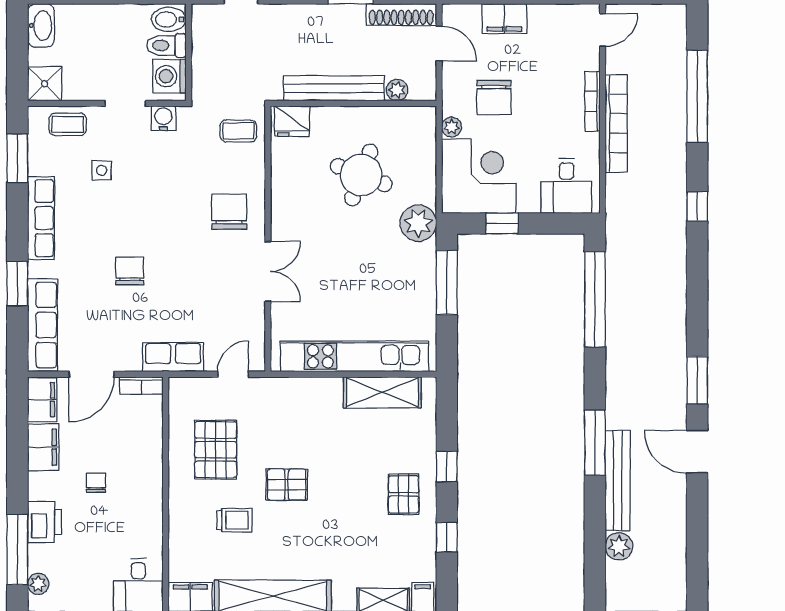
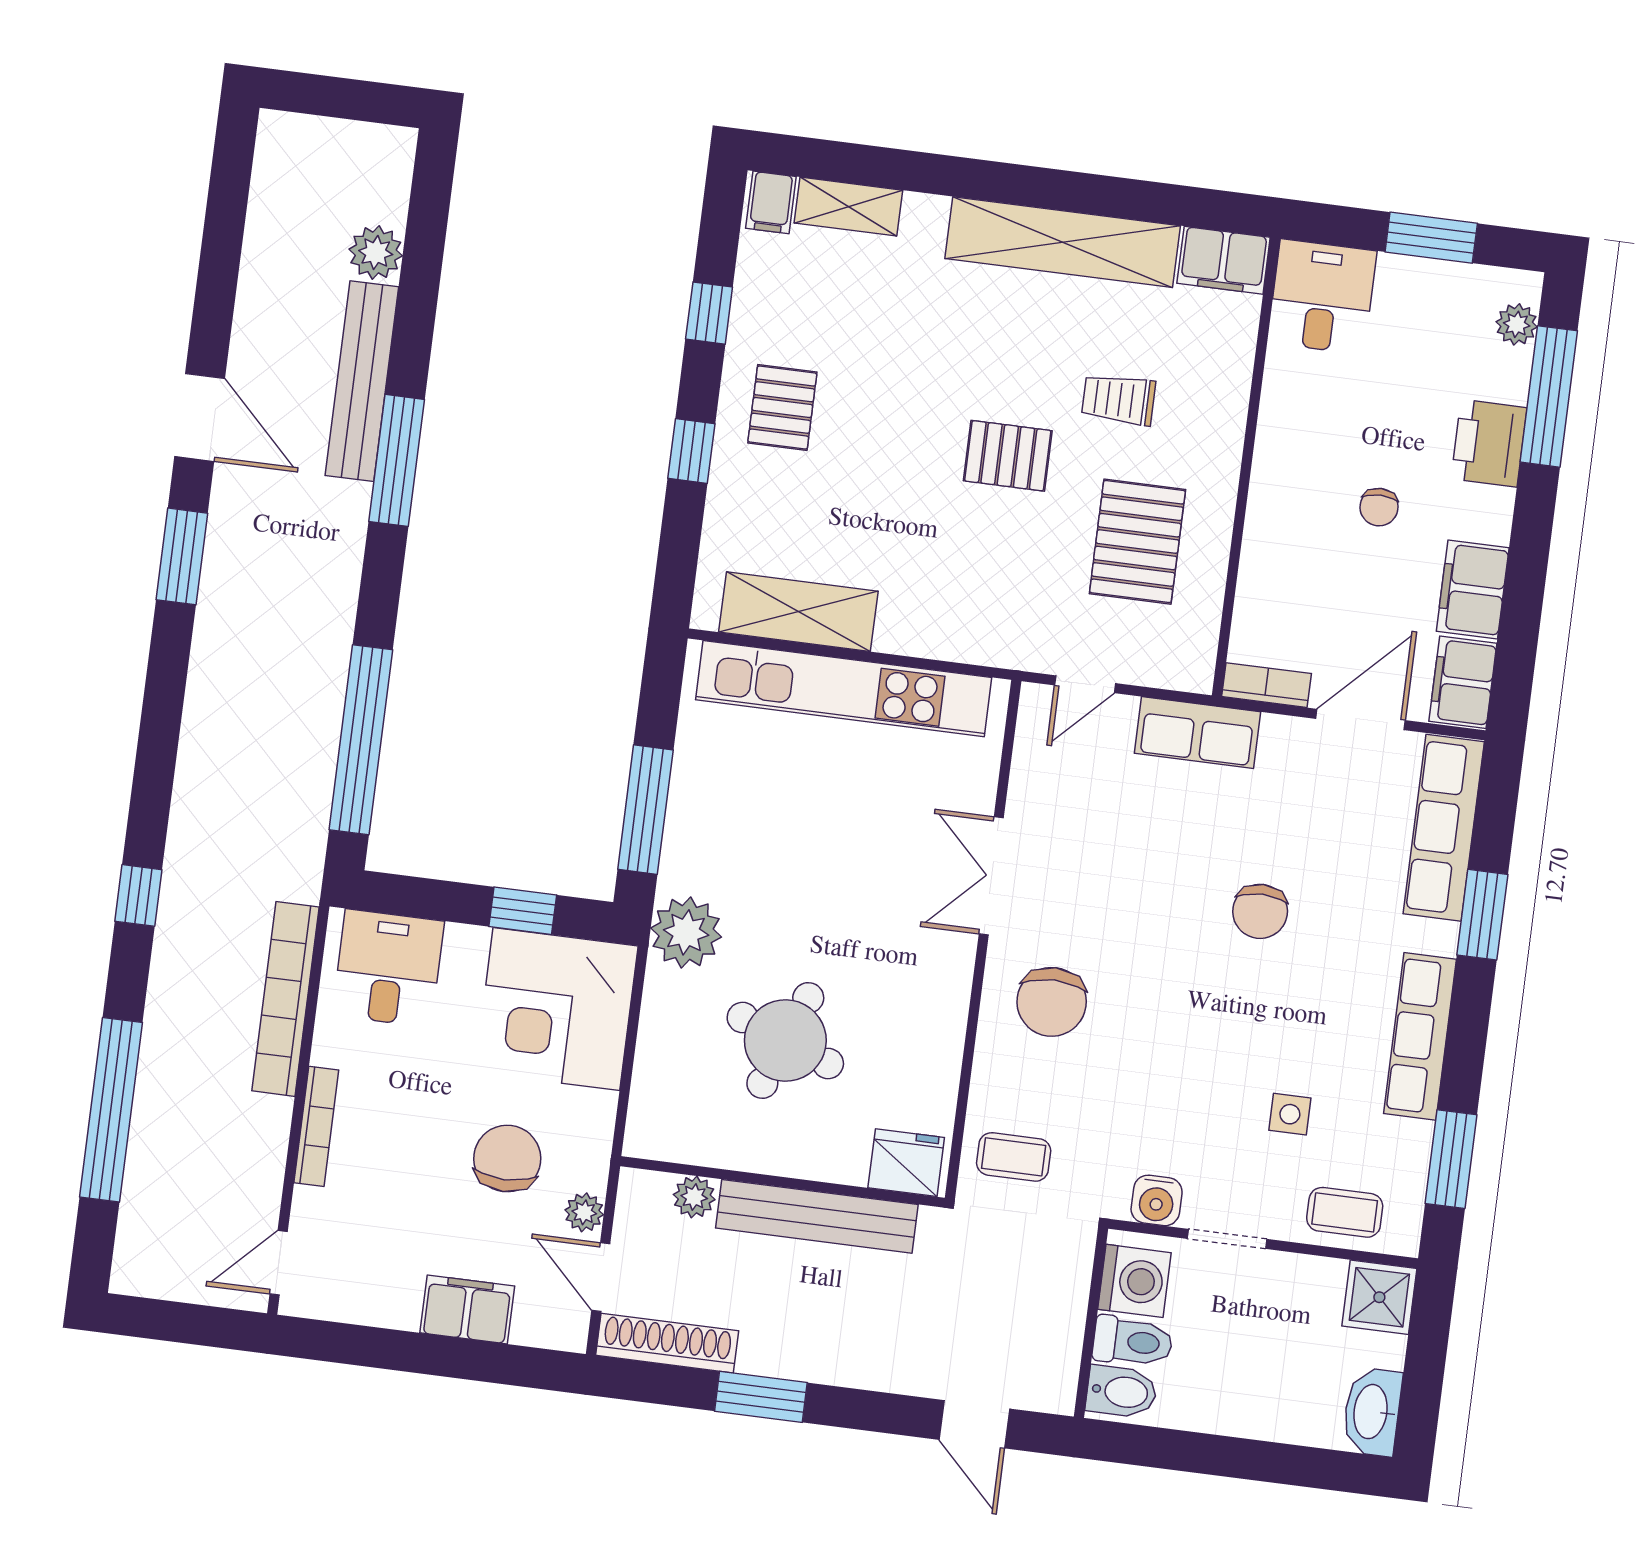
bookcase: (616, 123) -> (285, 999), moved
plant: (452, 127) -> (584, 1212), moved

